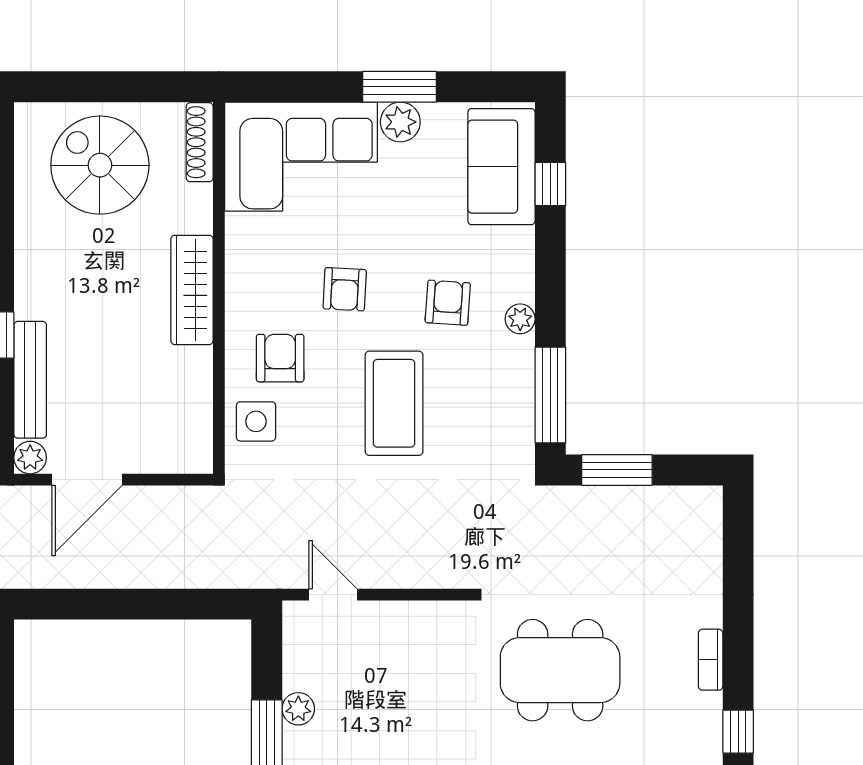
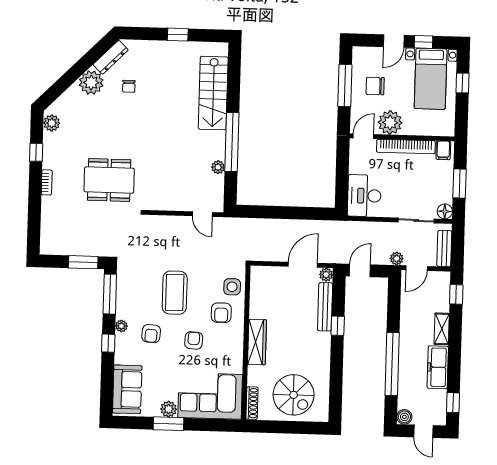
window: (550, 184) -> (108, 343), moved

